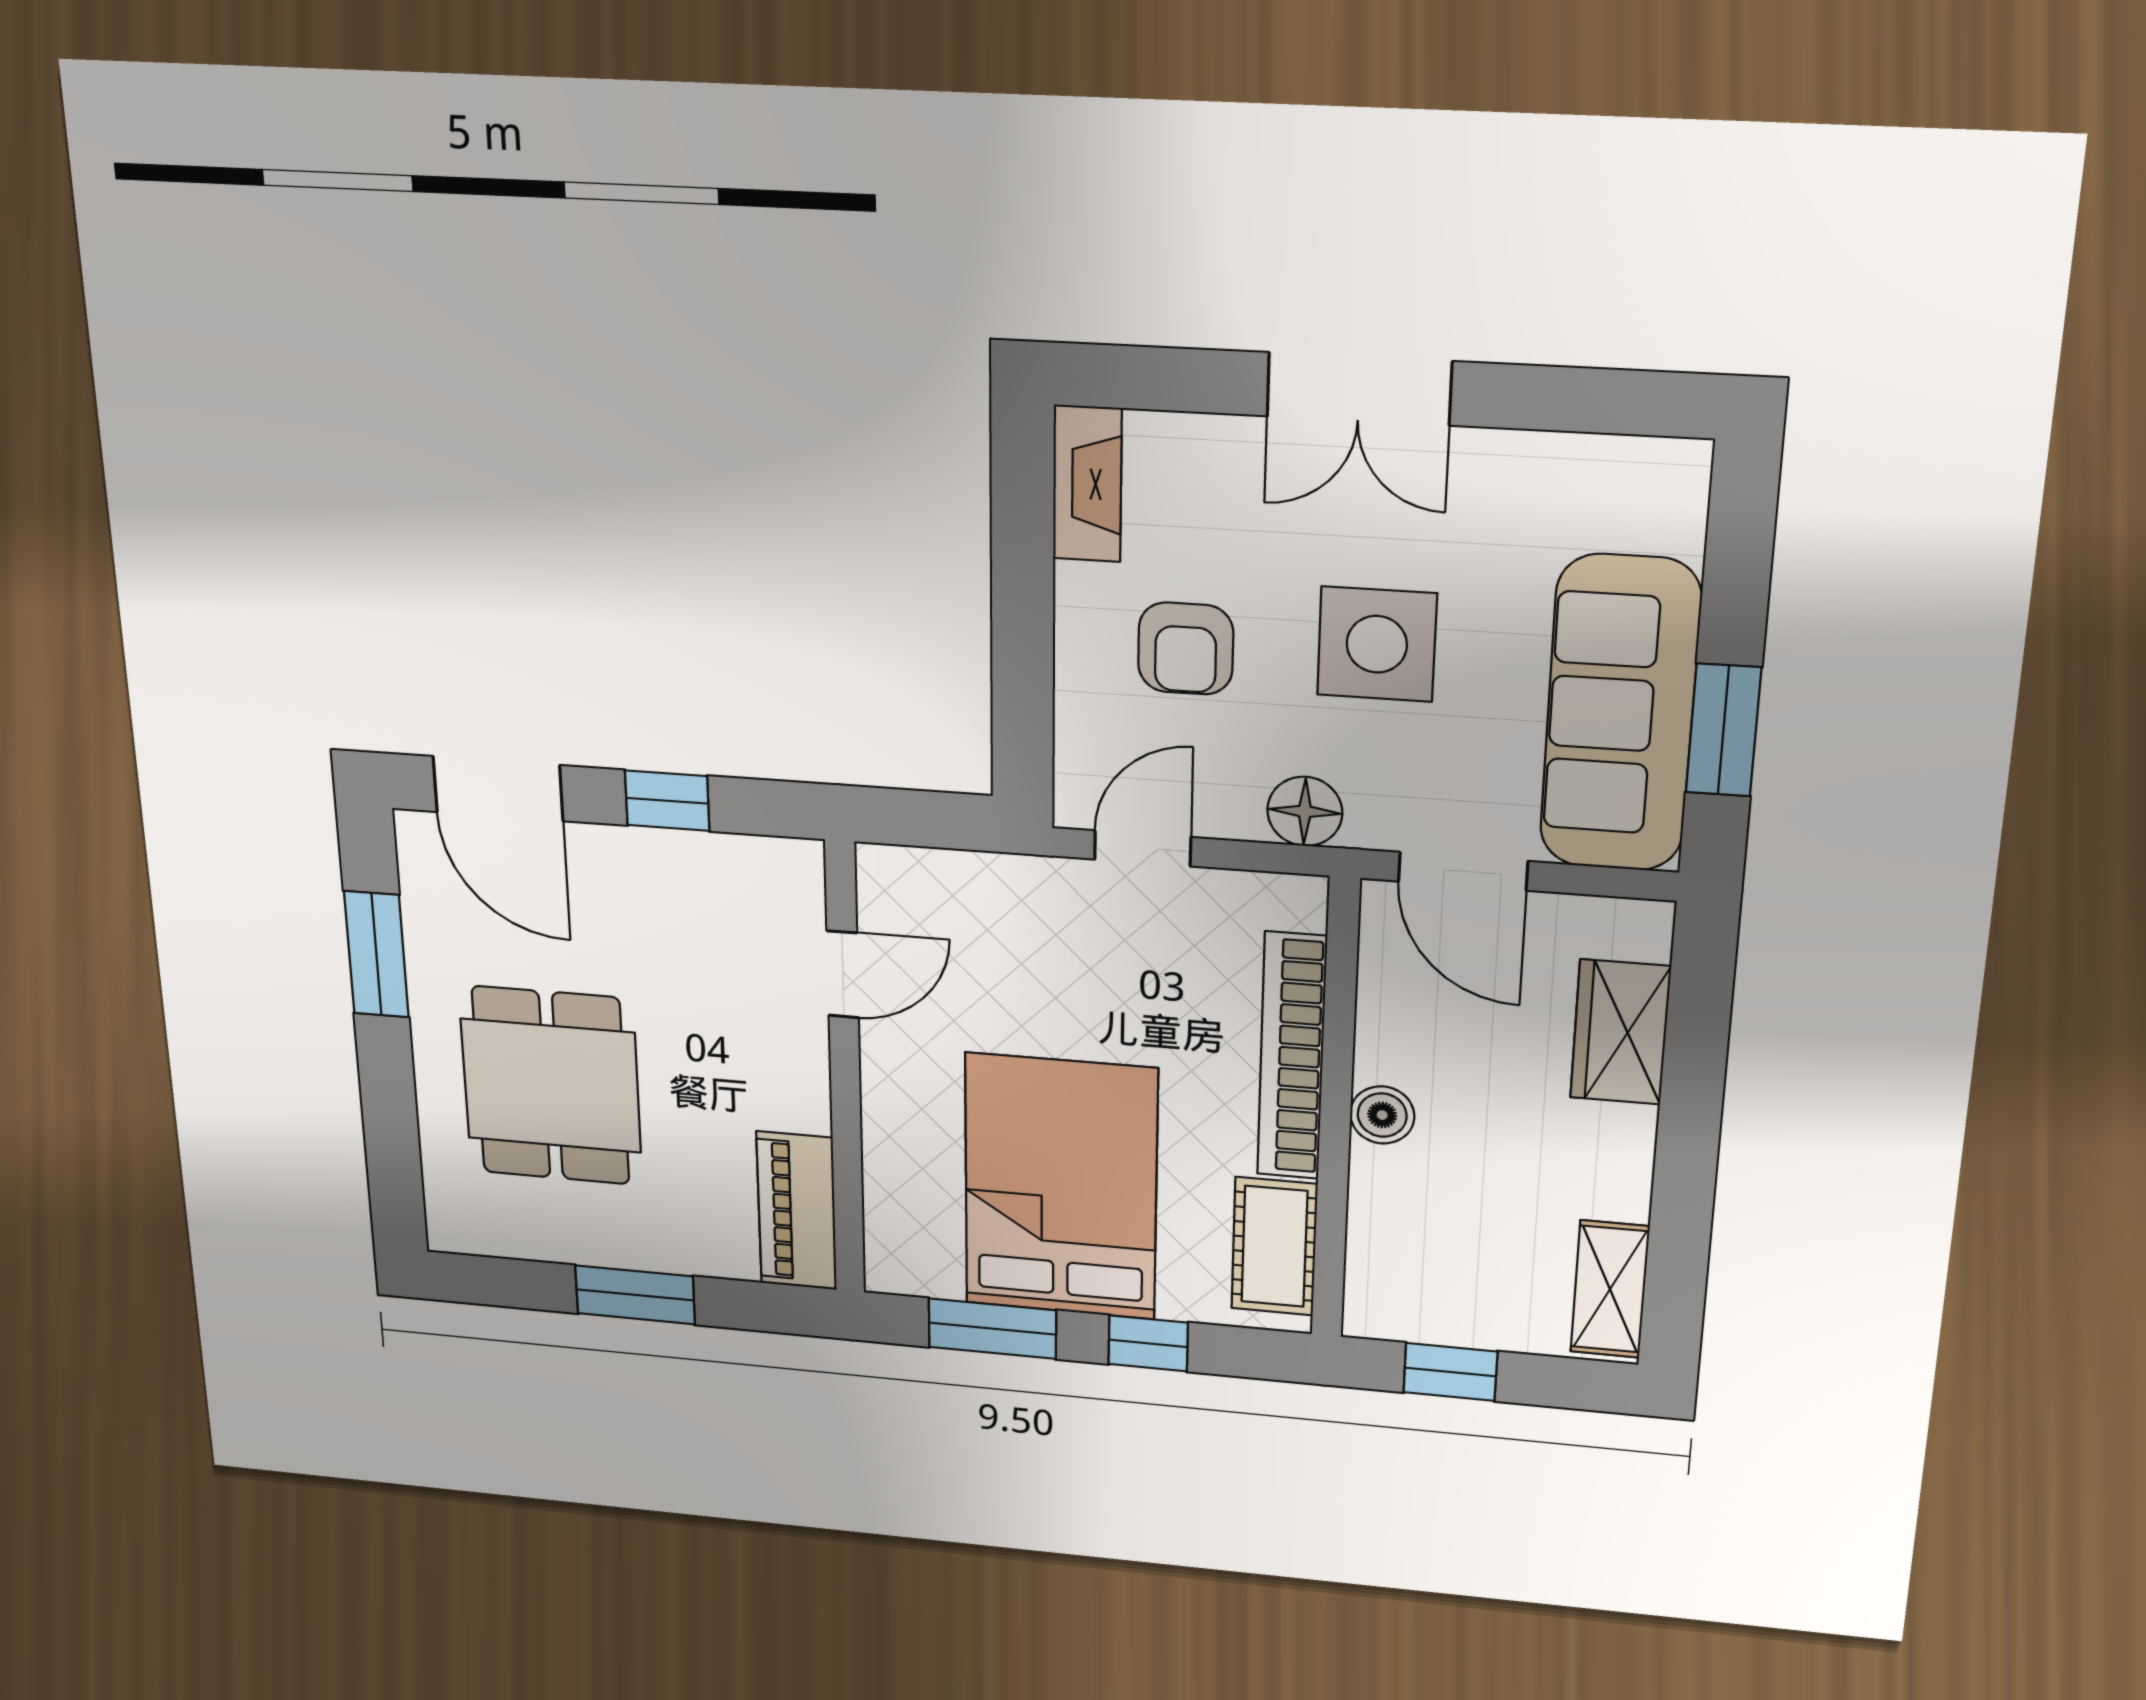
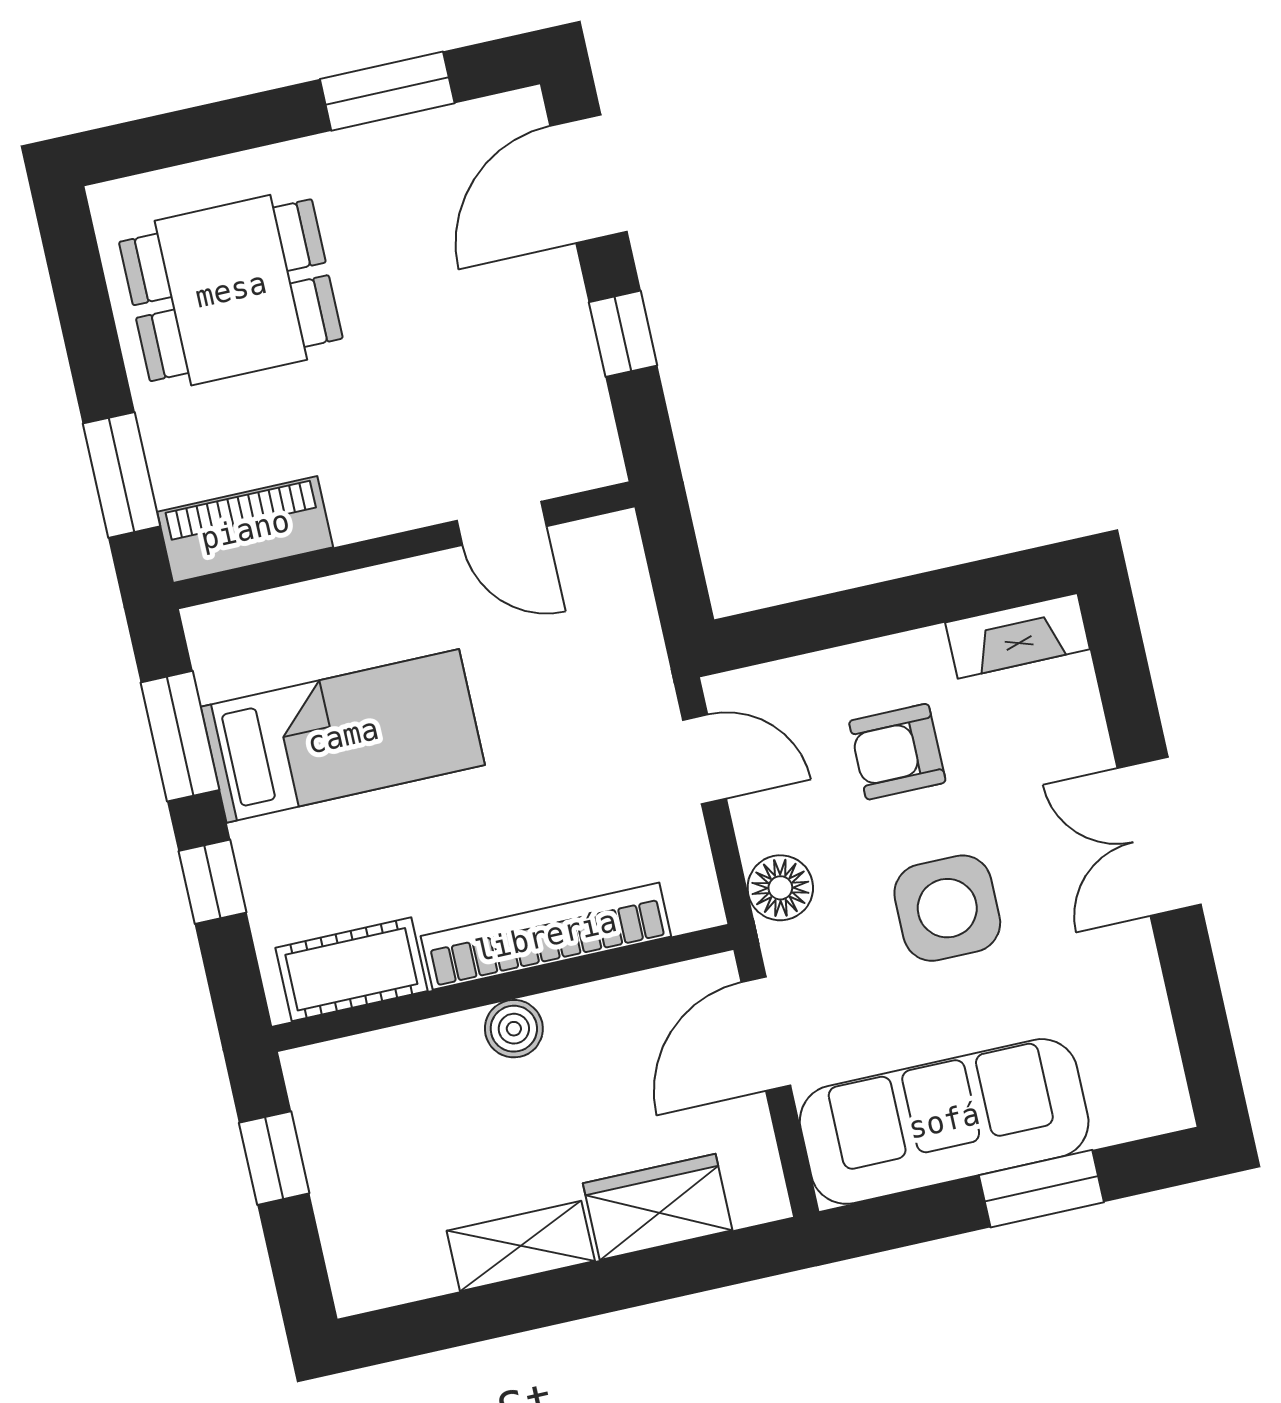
window: (1723, 730) -> (1041, 1189), moved
dining table: (551, 1086) -> (231, 290), moved
bed: (1061, 1187) -> (343, 736), width x0.67
shelving: (1610, 1289) -> (521, 1246), moved
window: (635, 1295) -> (122, 475), moved

